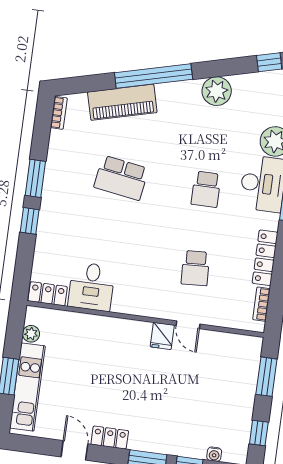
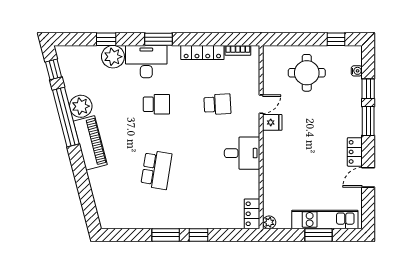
window: (154, 76) -> (66, 117), moved
piano: (122, 102) -> (90, 143), moved
bookcase: (59, 113) -> (113, 224), removed
desk: (91, 287) -> (242, 153), moved
plant: (31, 334) -> (269, 222), moved
window: (266, 377) -> (292, 39), removed
round table: (220, 389) -> (307, 73), added

